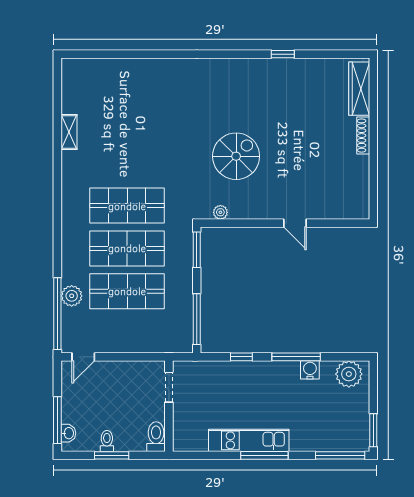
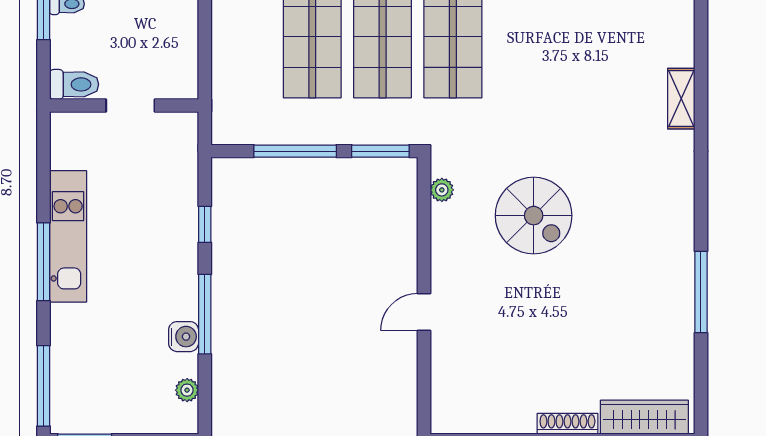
window: (283, 54) -> (701, 292), width x2.17
shelving: (165, 66) -> (681, 99), added
window: (197, 319) -> (295, 151), moved
plant: (349, 374) -> (187, 390), width x0.53, depth x0.53
doorway: (169, 387) -> (130, 105), moved

